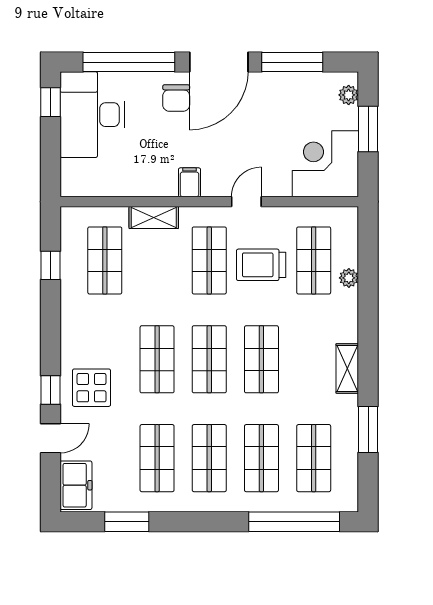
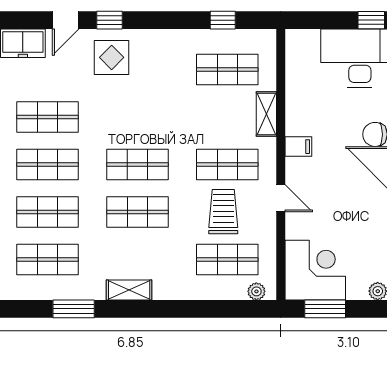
window: (368, 129) -> (325, 309), moved
plant: (349, 278) -> (256, 291), moved
shop shelf: (157, 359) -> (137, 117), removed
door: (50, 438) -> (66, 20), hinge flipped

